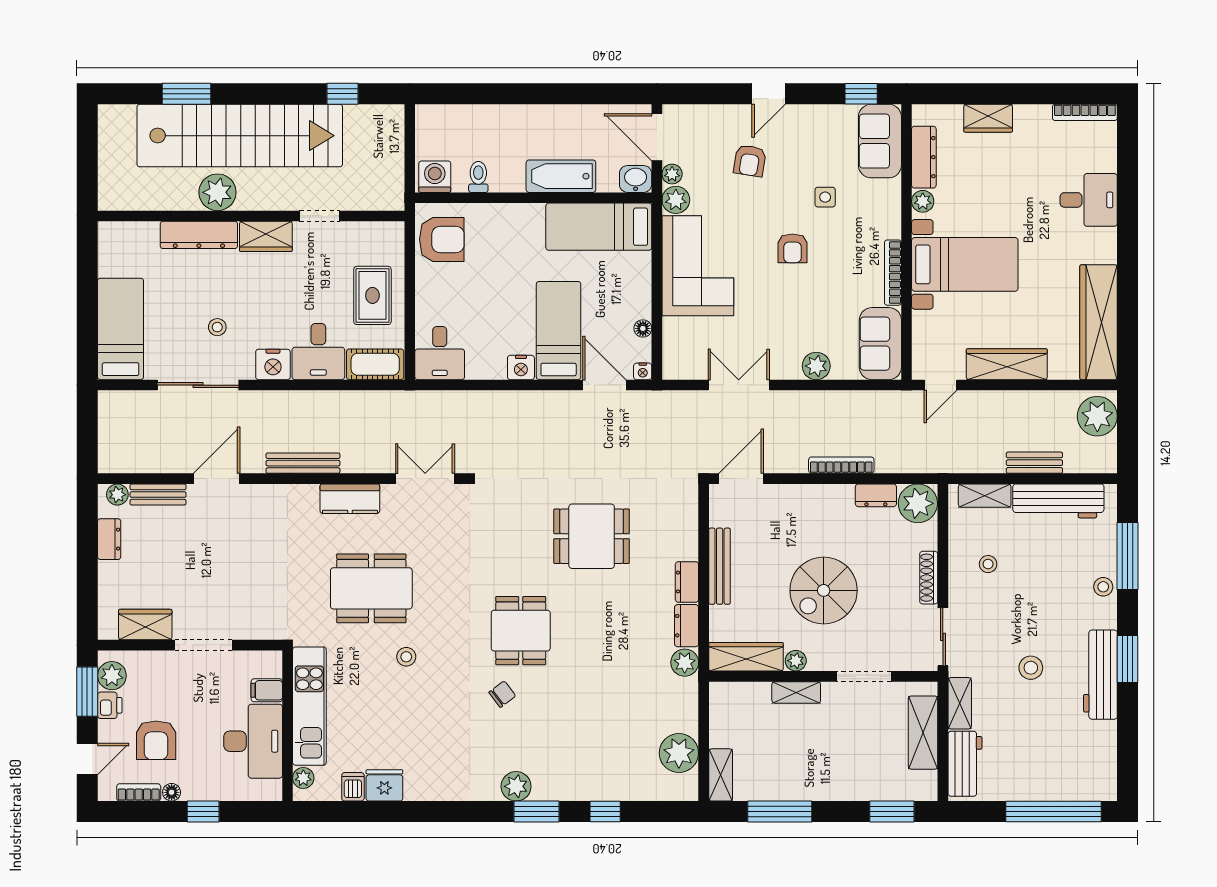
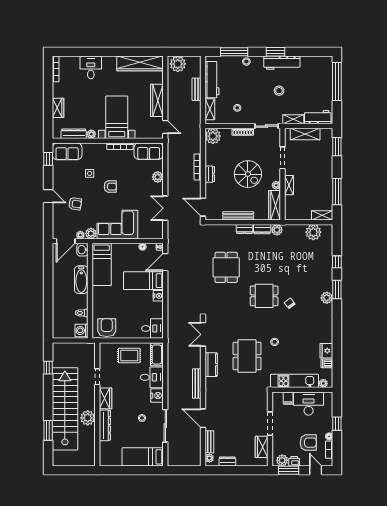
dresser: (876, 495) -> (210, 174), moved

